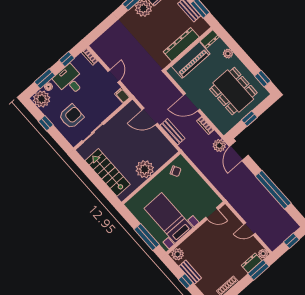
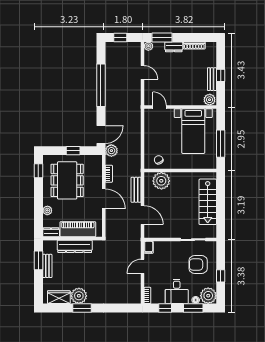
plant: (145, 169) -> (161, 181), moved
window: (147, 237) -> (221, 144), moved
dresser: (252, 263) -> (174, 47), moved

